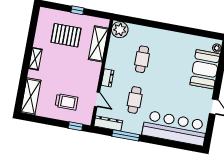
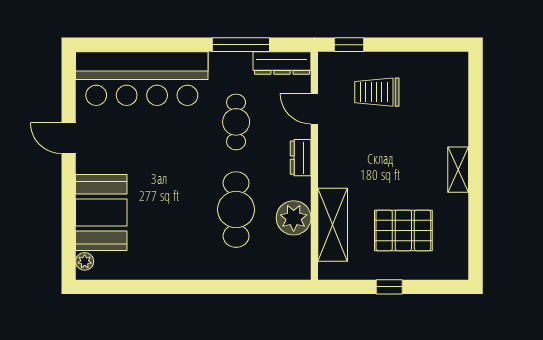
plant: (120, 30) -> (294, 218), moved
cafe table: (142, 59) -> (236, 210), width x1.37, depth x1.35
shelving: (31, 96) -> (453, 90), removed

